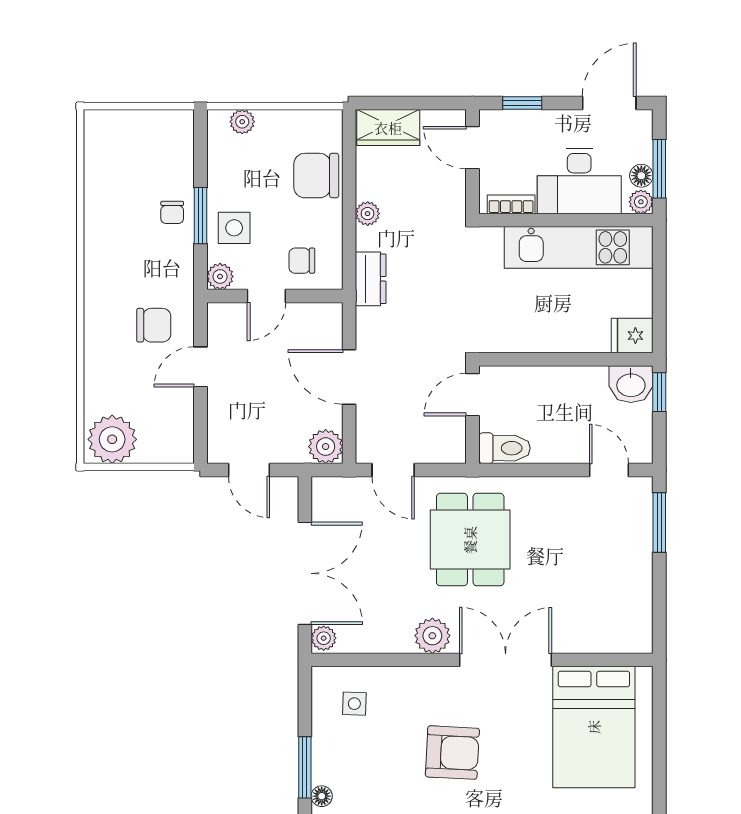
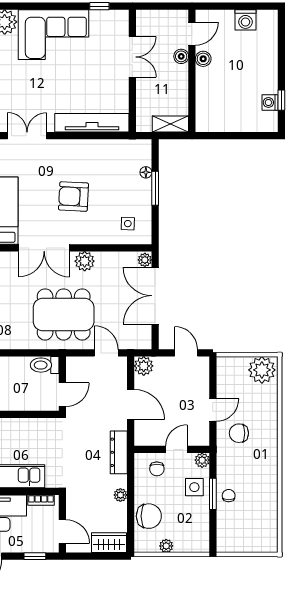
plant: (242, 122) -> (166, 546), moved
chair: (302, 261) -> (157, 469), turned 90
dresser: (371, 279) -> (119, 452), width x1.44
dining table: (470, 540) -> (64, 314), width x1.37

